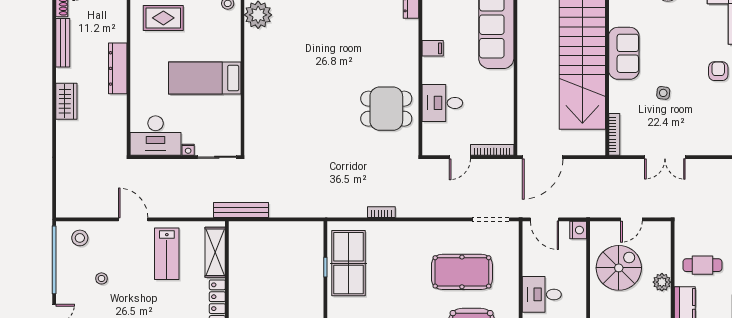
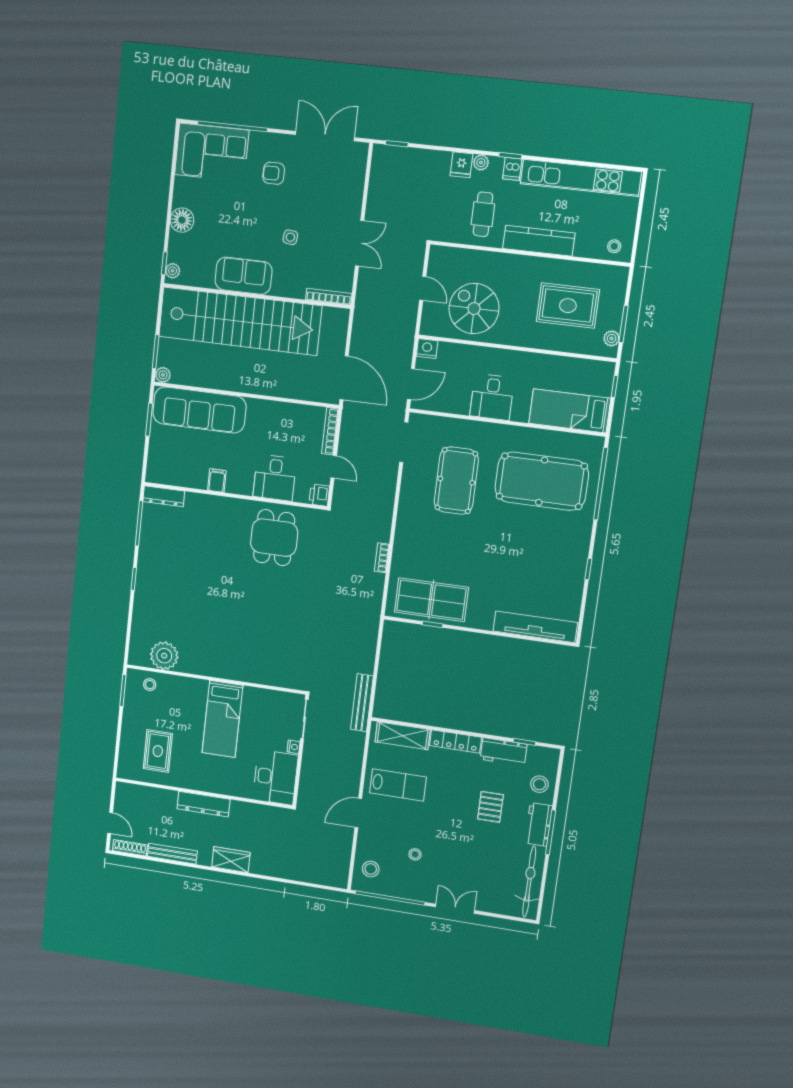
printer: (432, 147) -> (319, 495), added
plant: (662, 282) -> (496, 262), removed

